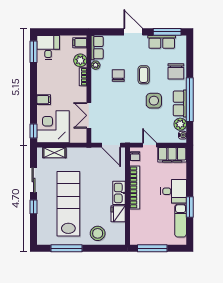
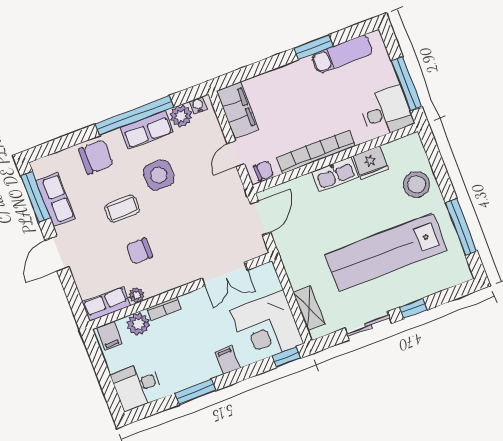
window: (33, 52) -> (195, 392), moved
desk: (174, 191) -> (386, 112), moved, turned 90

